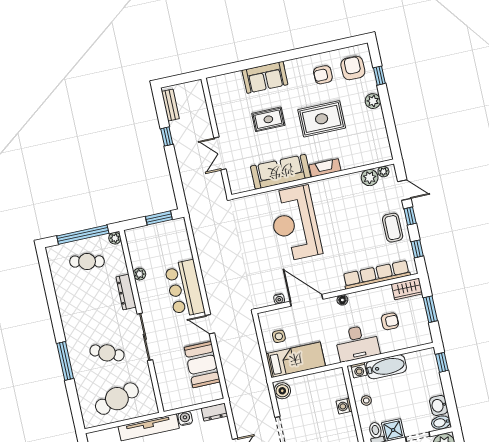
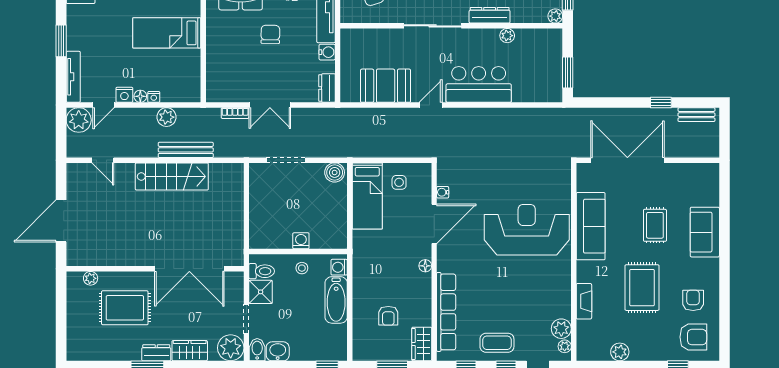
plant: (373, 101) -> (620, 352), moved
double door: (220, 153) -> (627, 160), width x1.87
fireplace: (325, 168) -> (584, 301), moved
desk: (357, 343) -> (371, 272), removed

